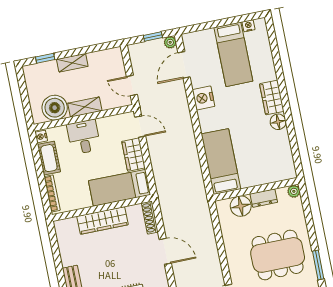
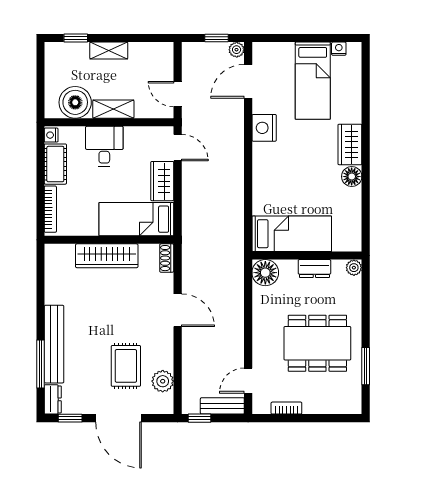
bed: (221, 162) -> (292, 234), moved, turned 90
floor lamp: (241, 206) -> (265, 273), moved
shoe rack: (150, 218) -> (167, 258), width x0.70

